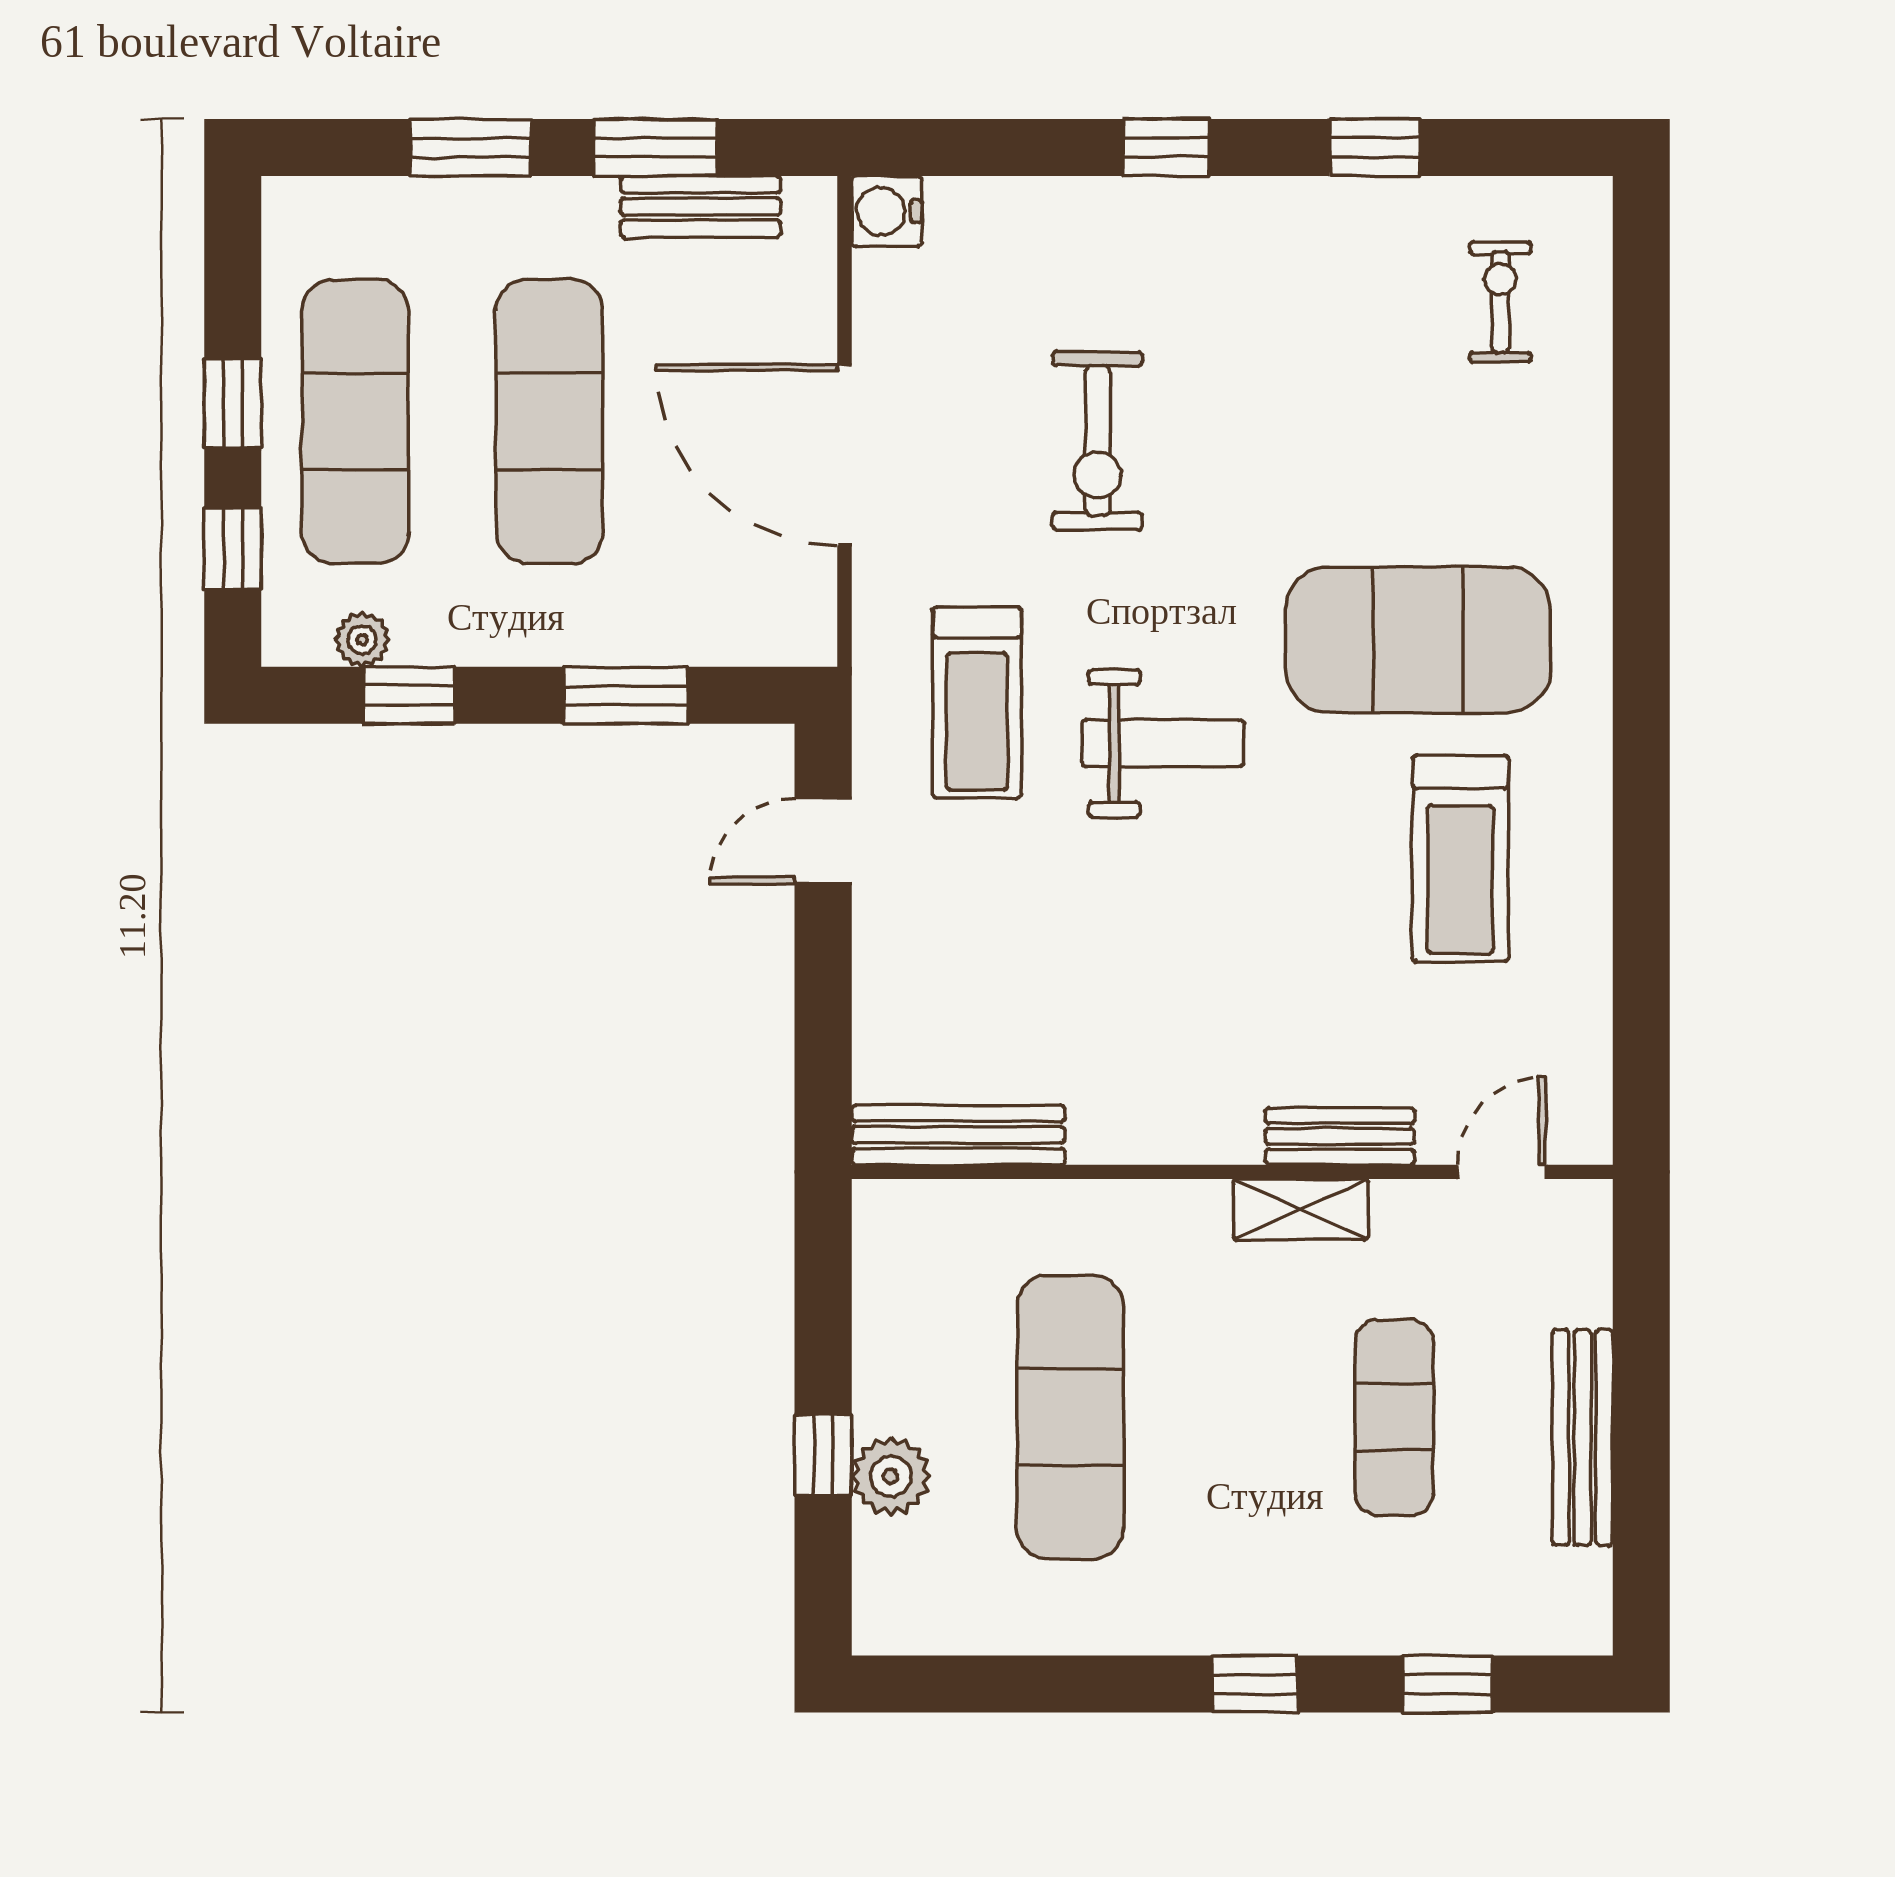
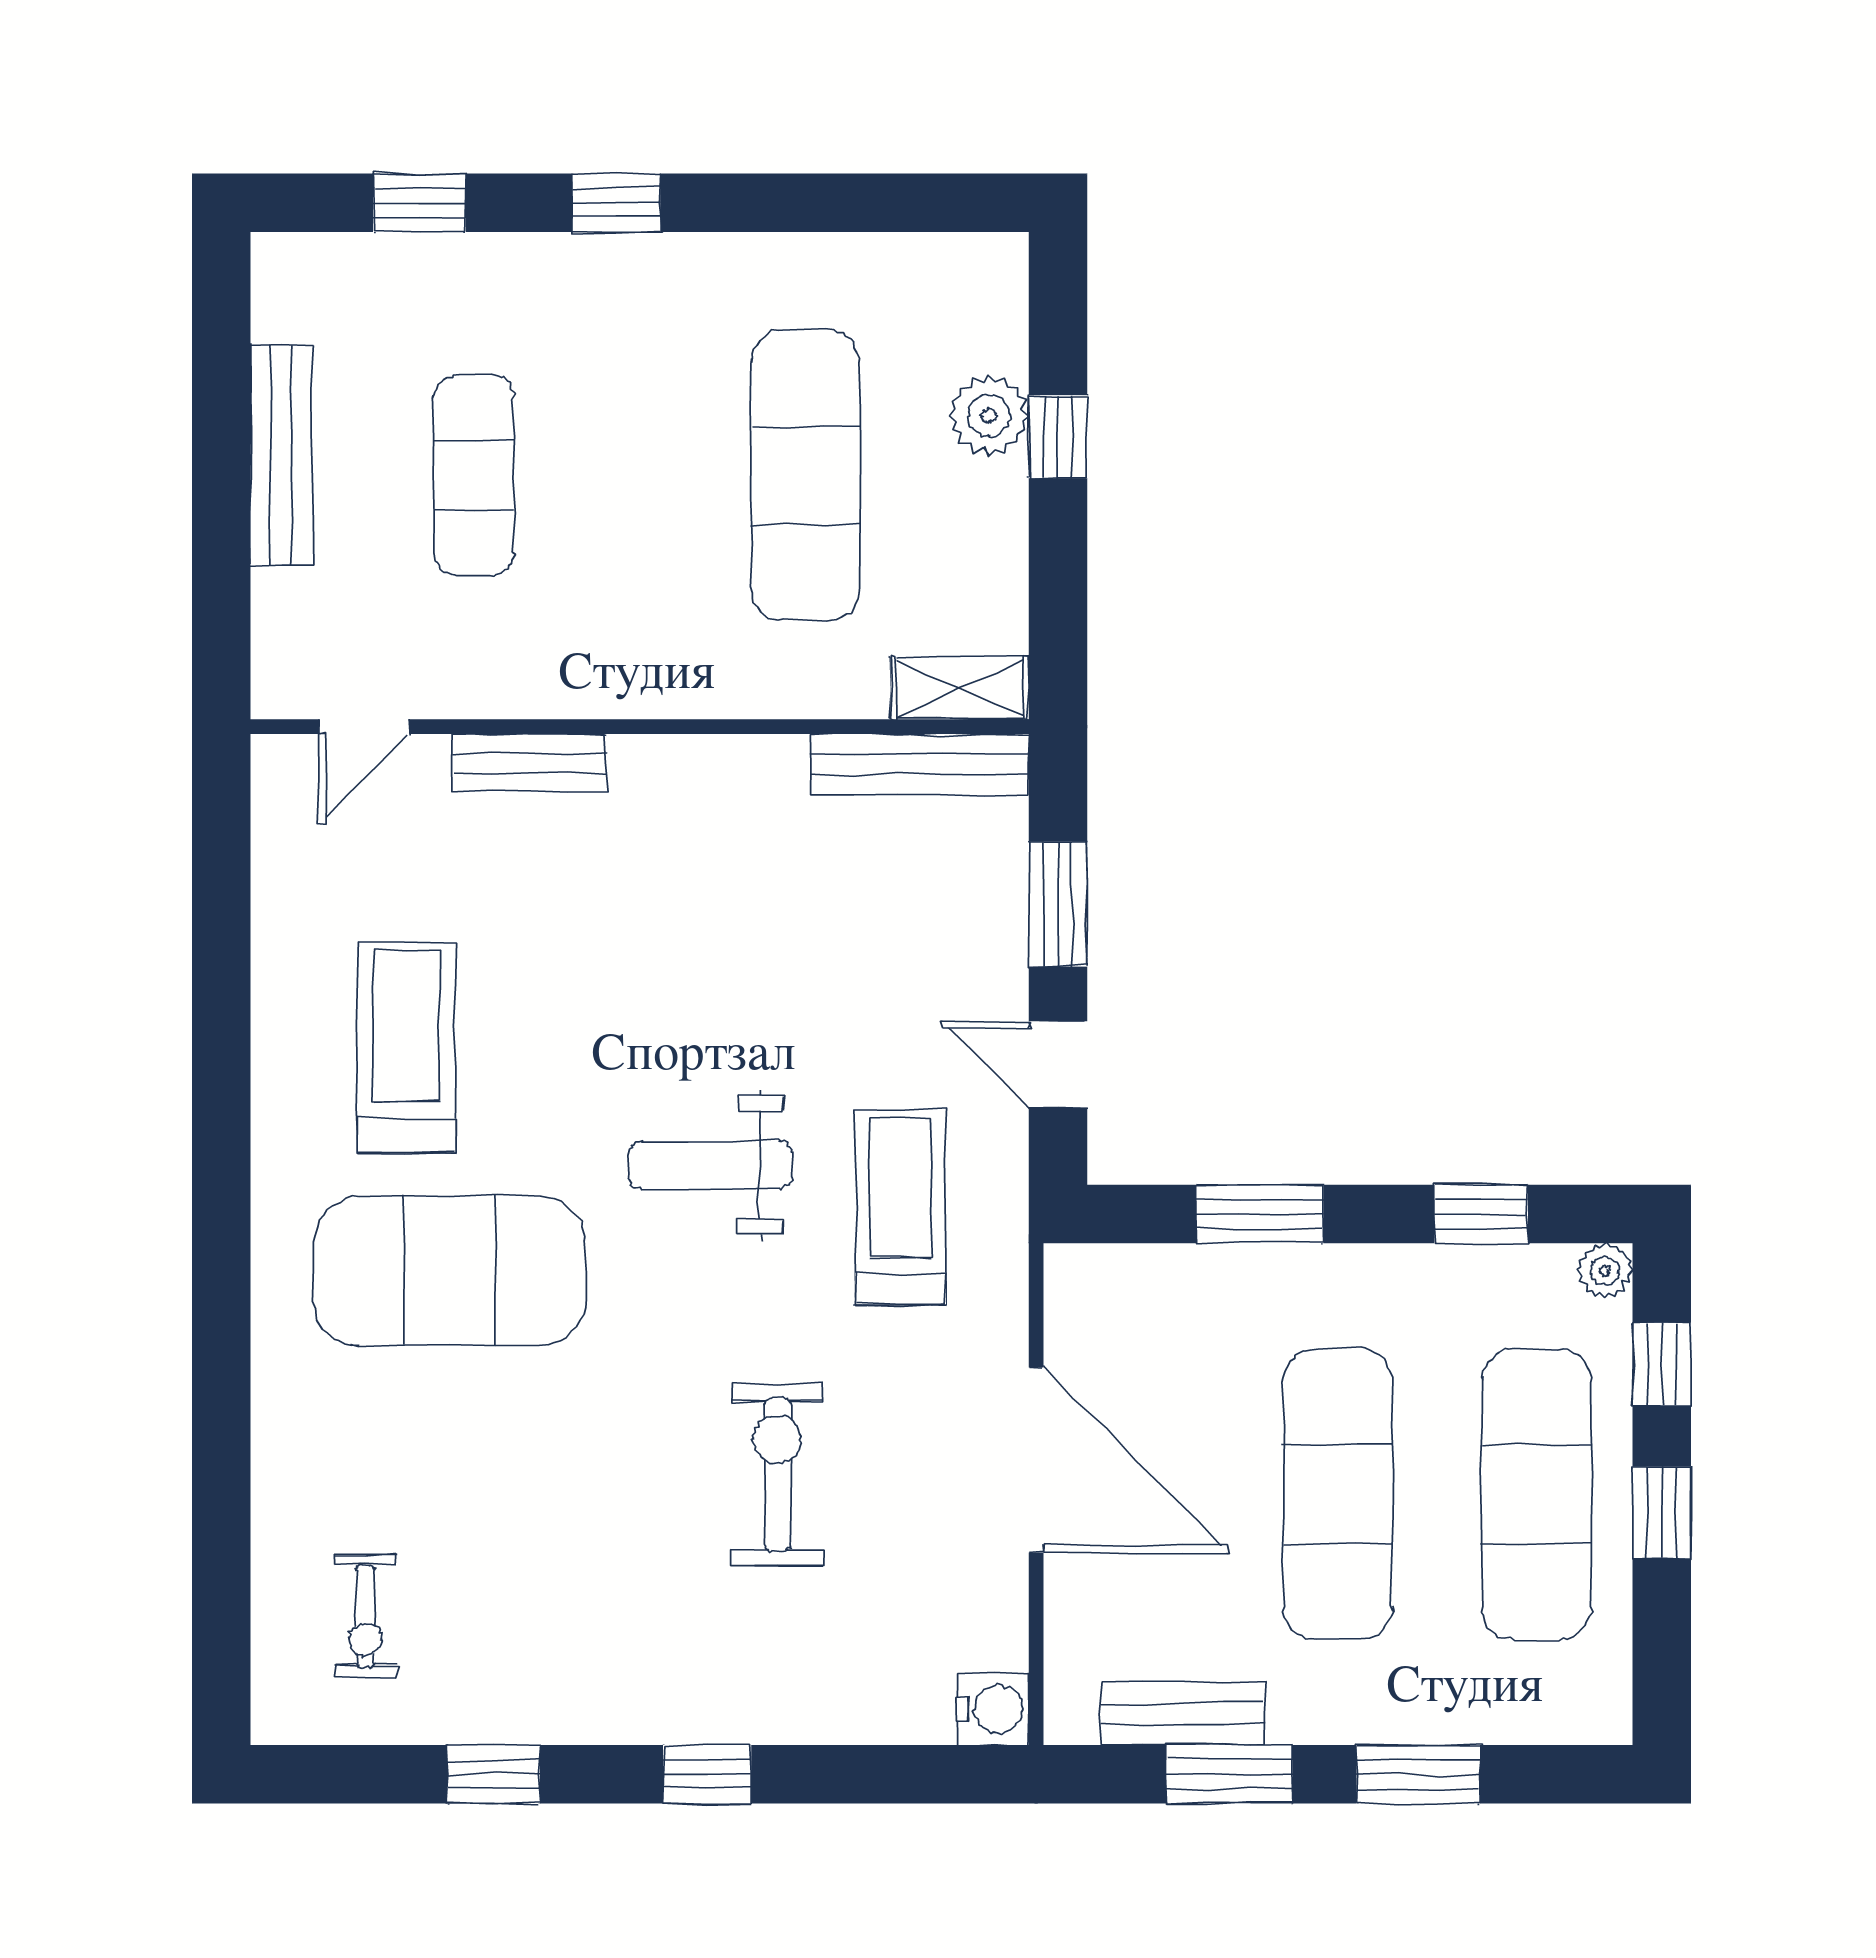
plant: (362, 640) -> (1605, 1271), moved
door: (823, 841) -> (1058, 1065), swing flipped
window: (823, 998) -> (1058, 904), added
shelving: (1301, 1209) -> (960, 688), moved

